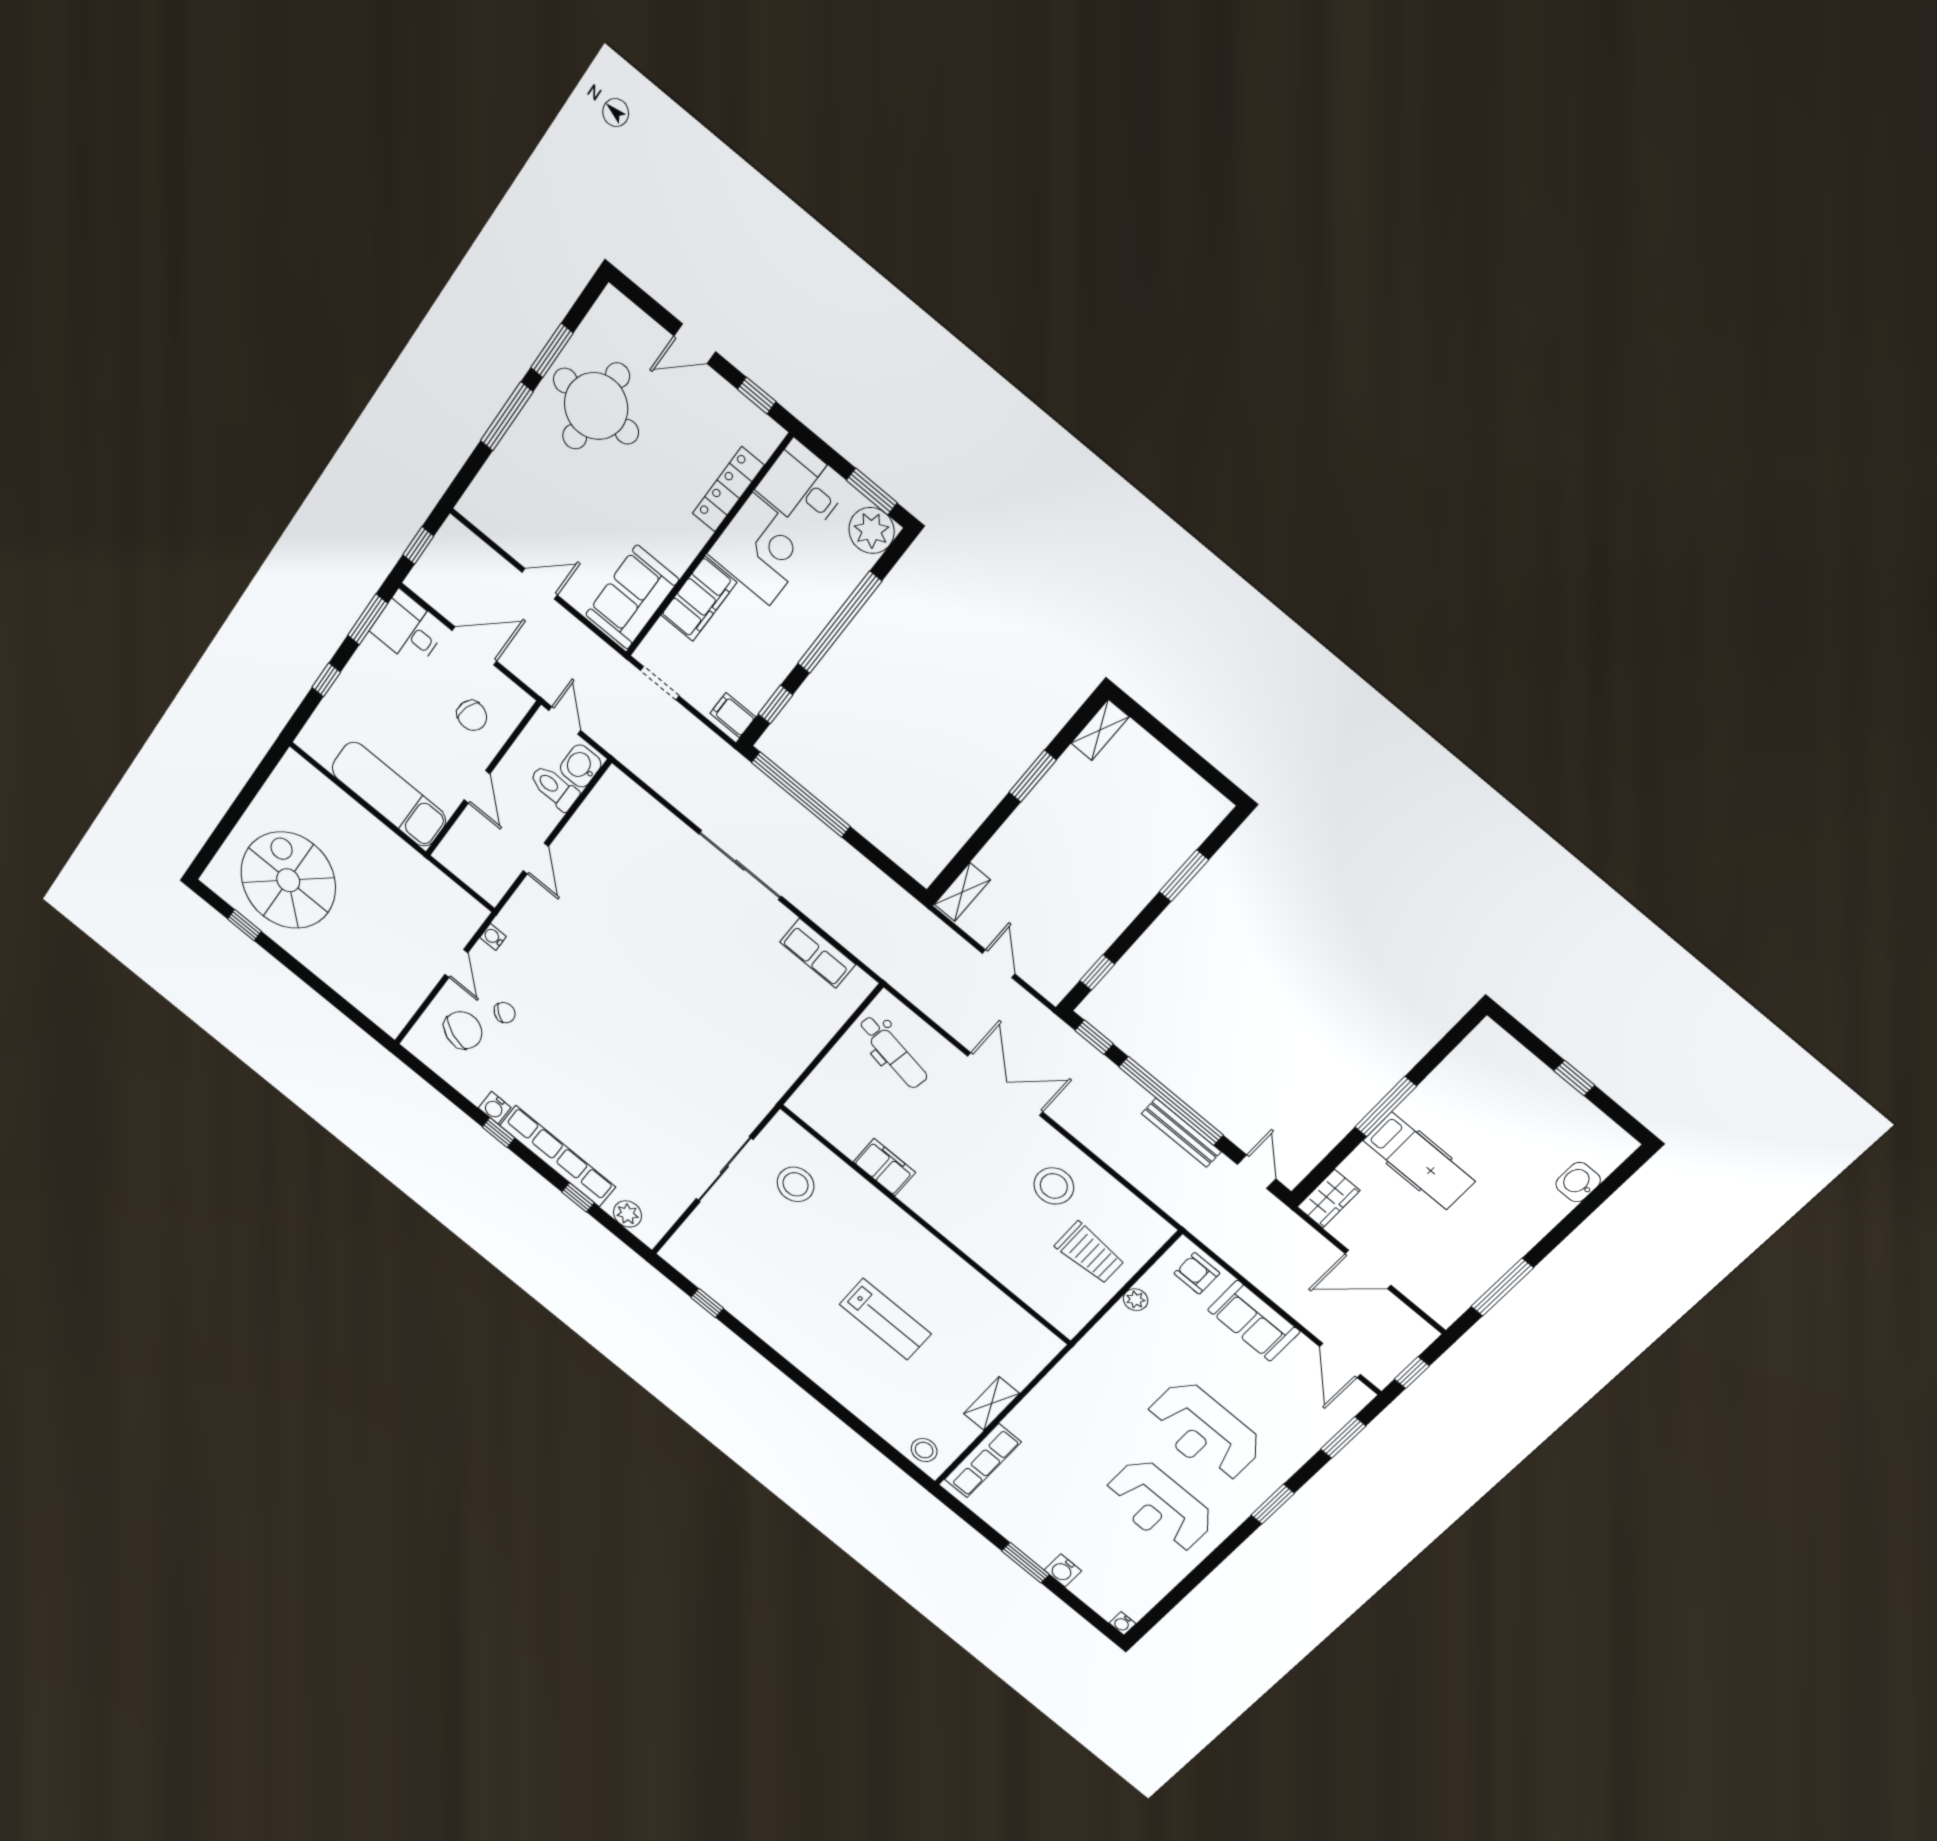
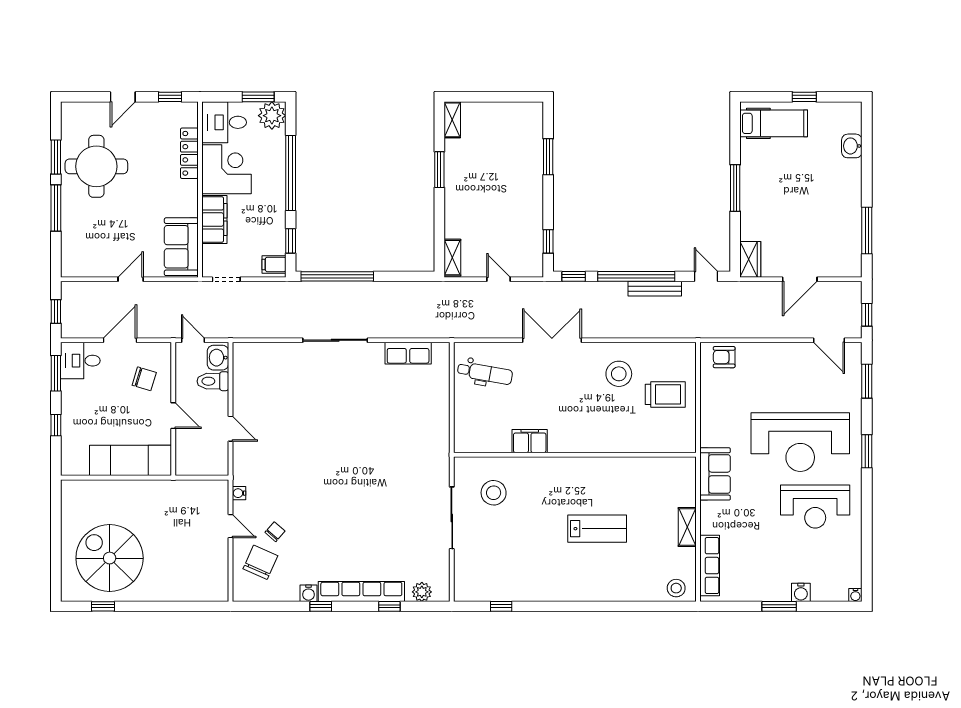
hospital bed: (1419, 1161) -> (774, 123), moved
plant: (1136, 1300) -> (708, 399), removed
sofa: (1254, 1321) -> (715, 474), moved, turned -90
reception desk: (1204, 1431) -> (800, 442), width x1.36, depth x1.30

